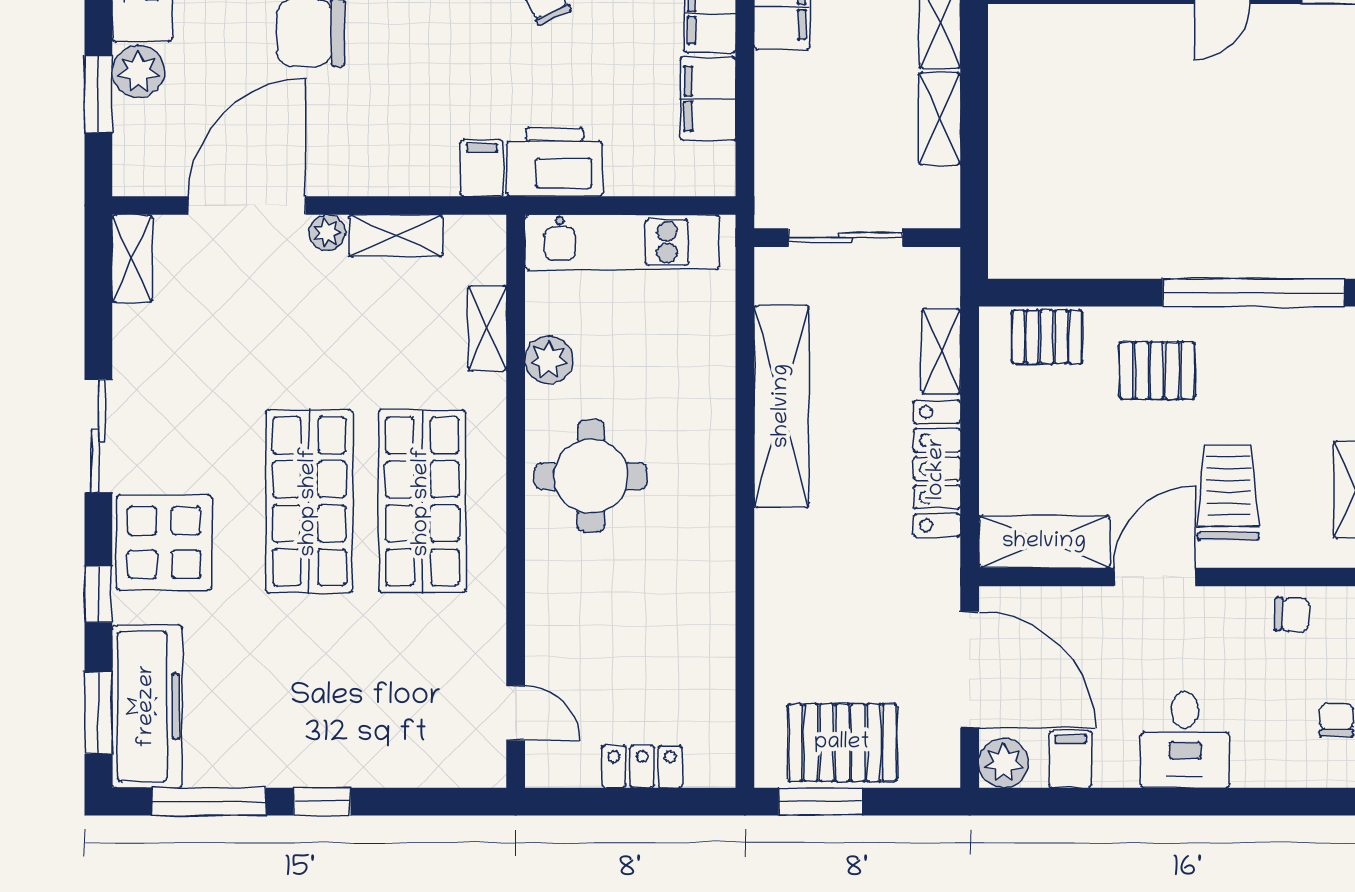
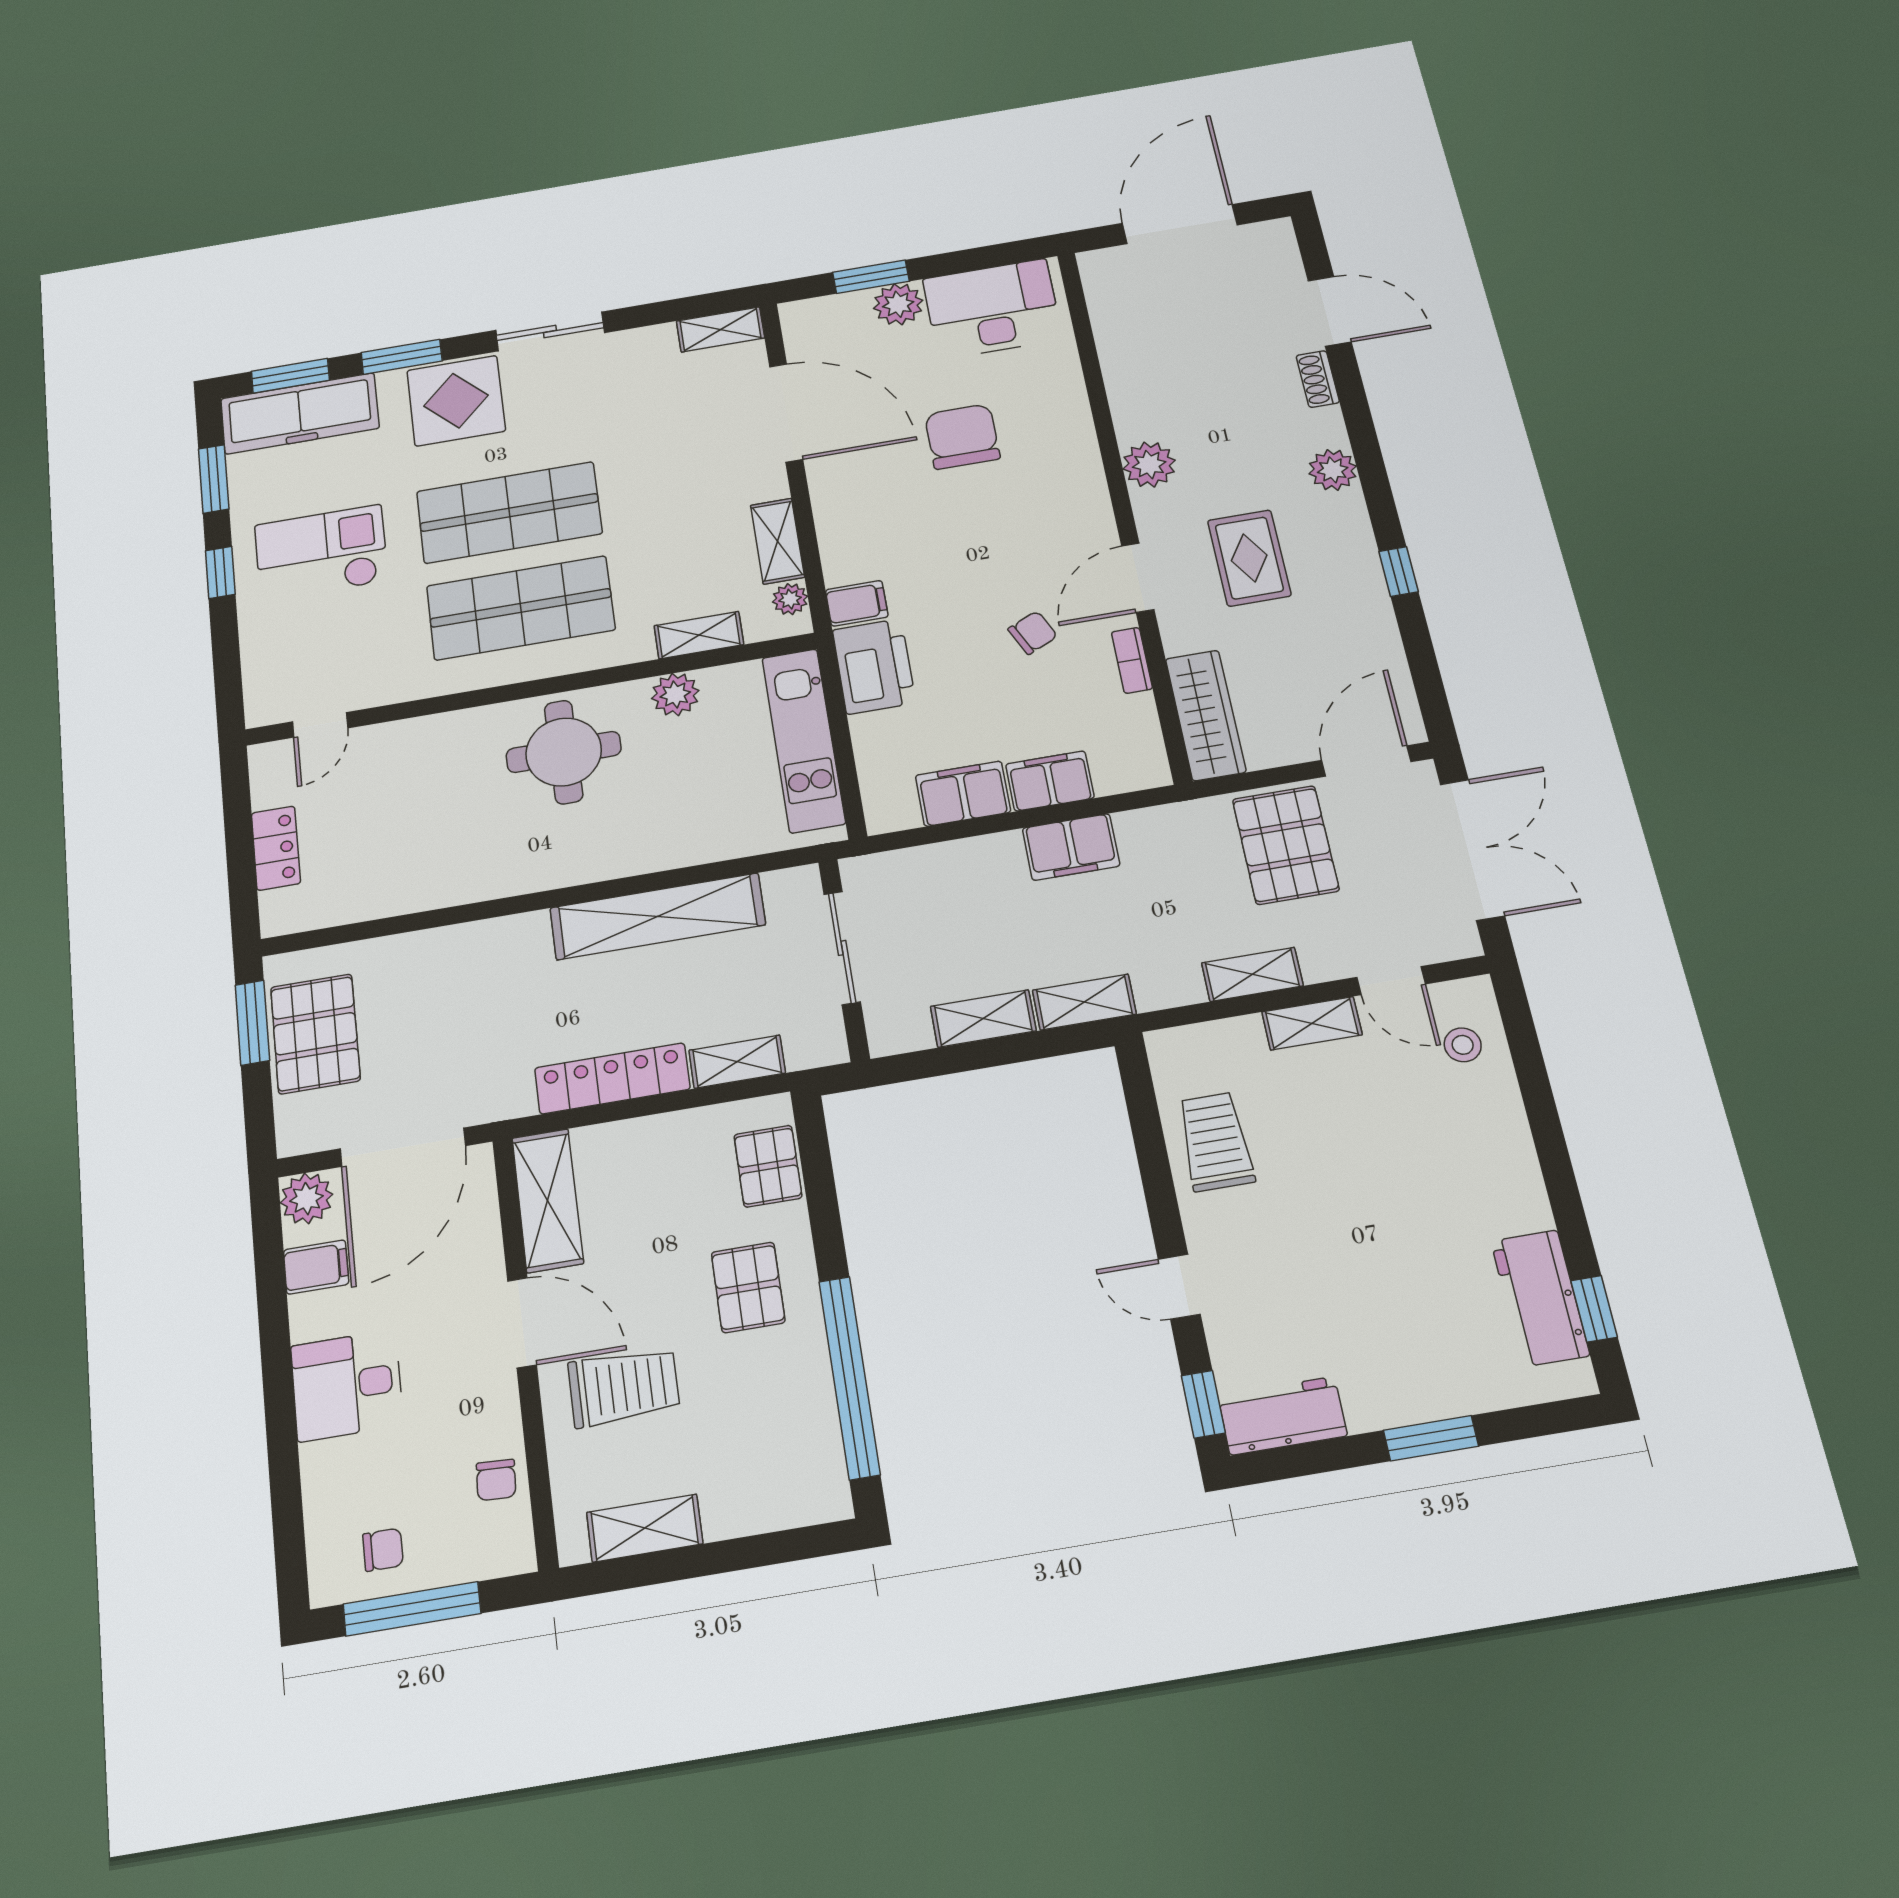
plant: (327, 233) -> (790, 599), moved
window: (98, 594) -> (402, 357), width x1.50
checkout: (319, 697) -> (321, 553), added
window: (209, 802) -> (214, 479), width x0.69

